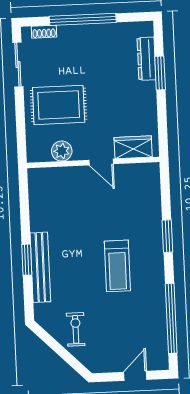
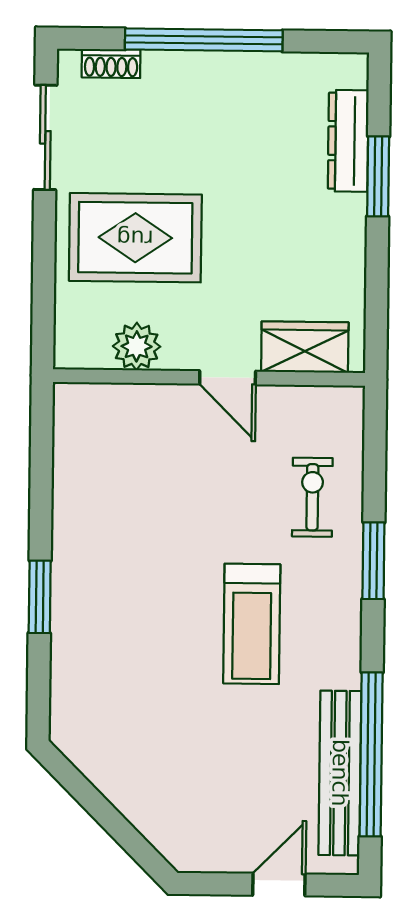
bench: (40, 267) -> (340, 773), moved
exercise bike: (76, 329) -> (312, 497), moved

